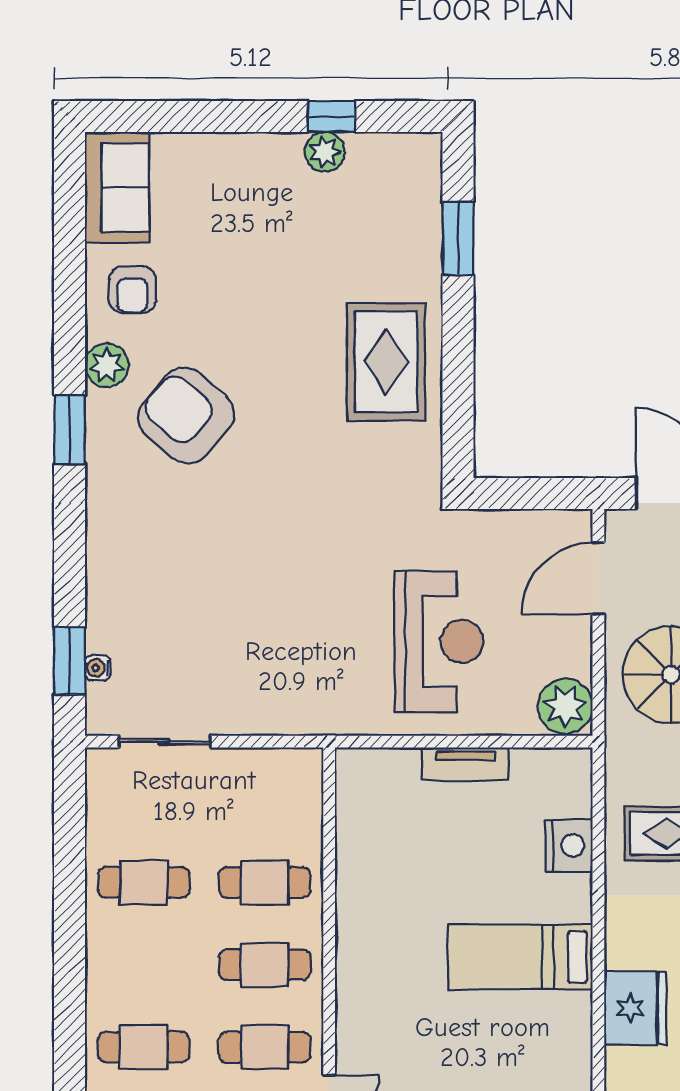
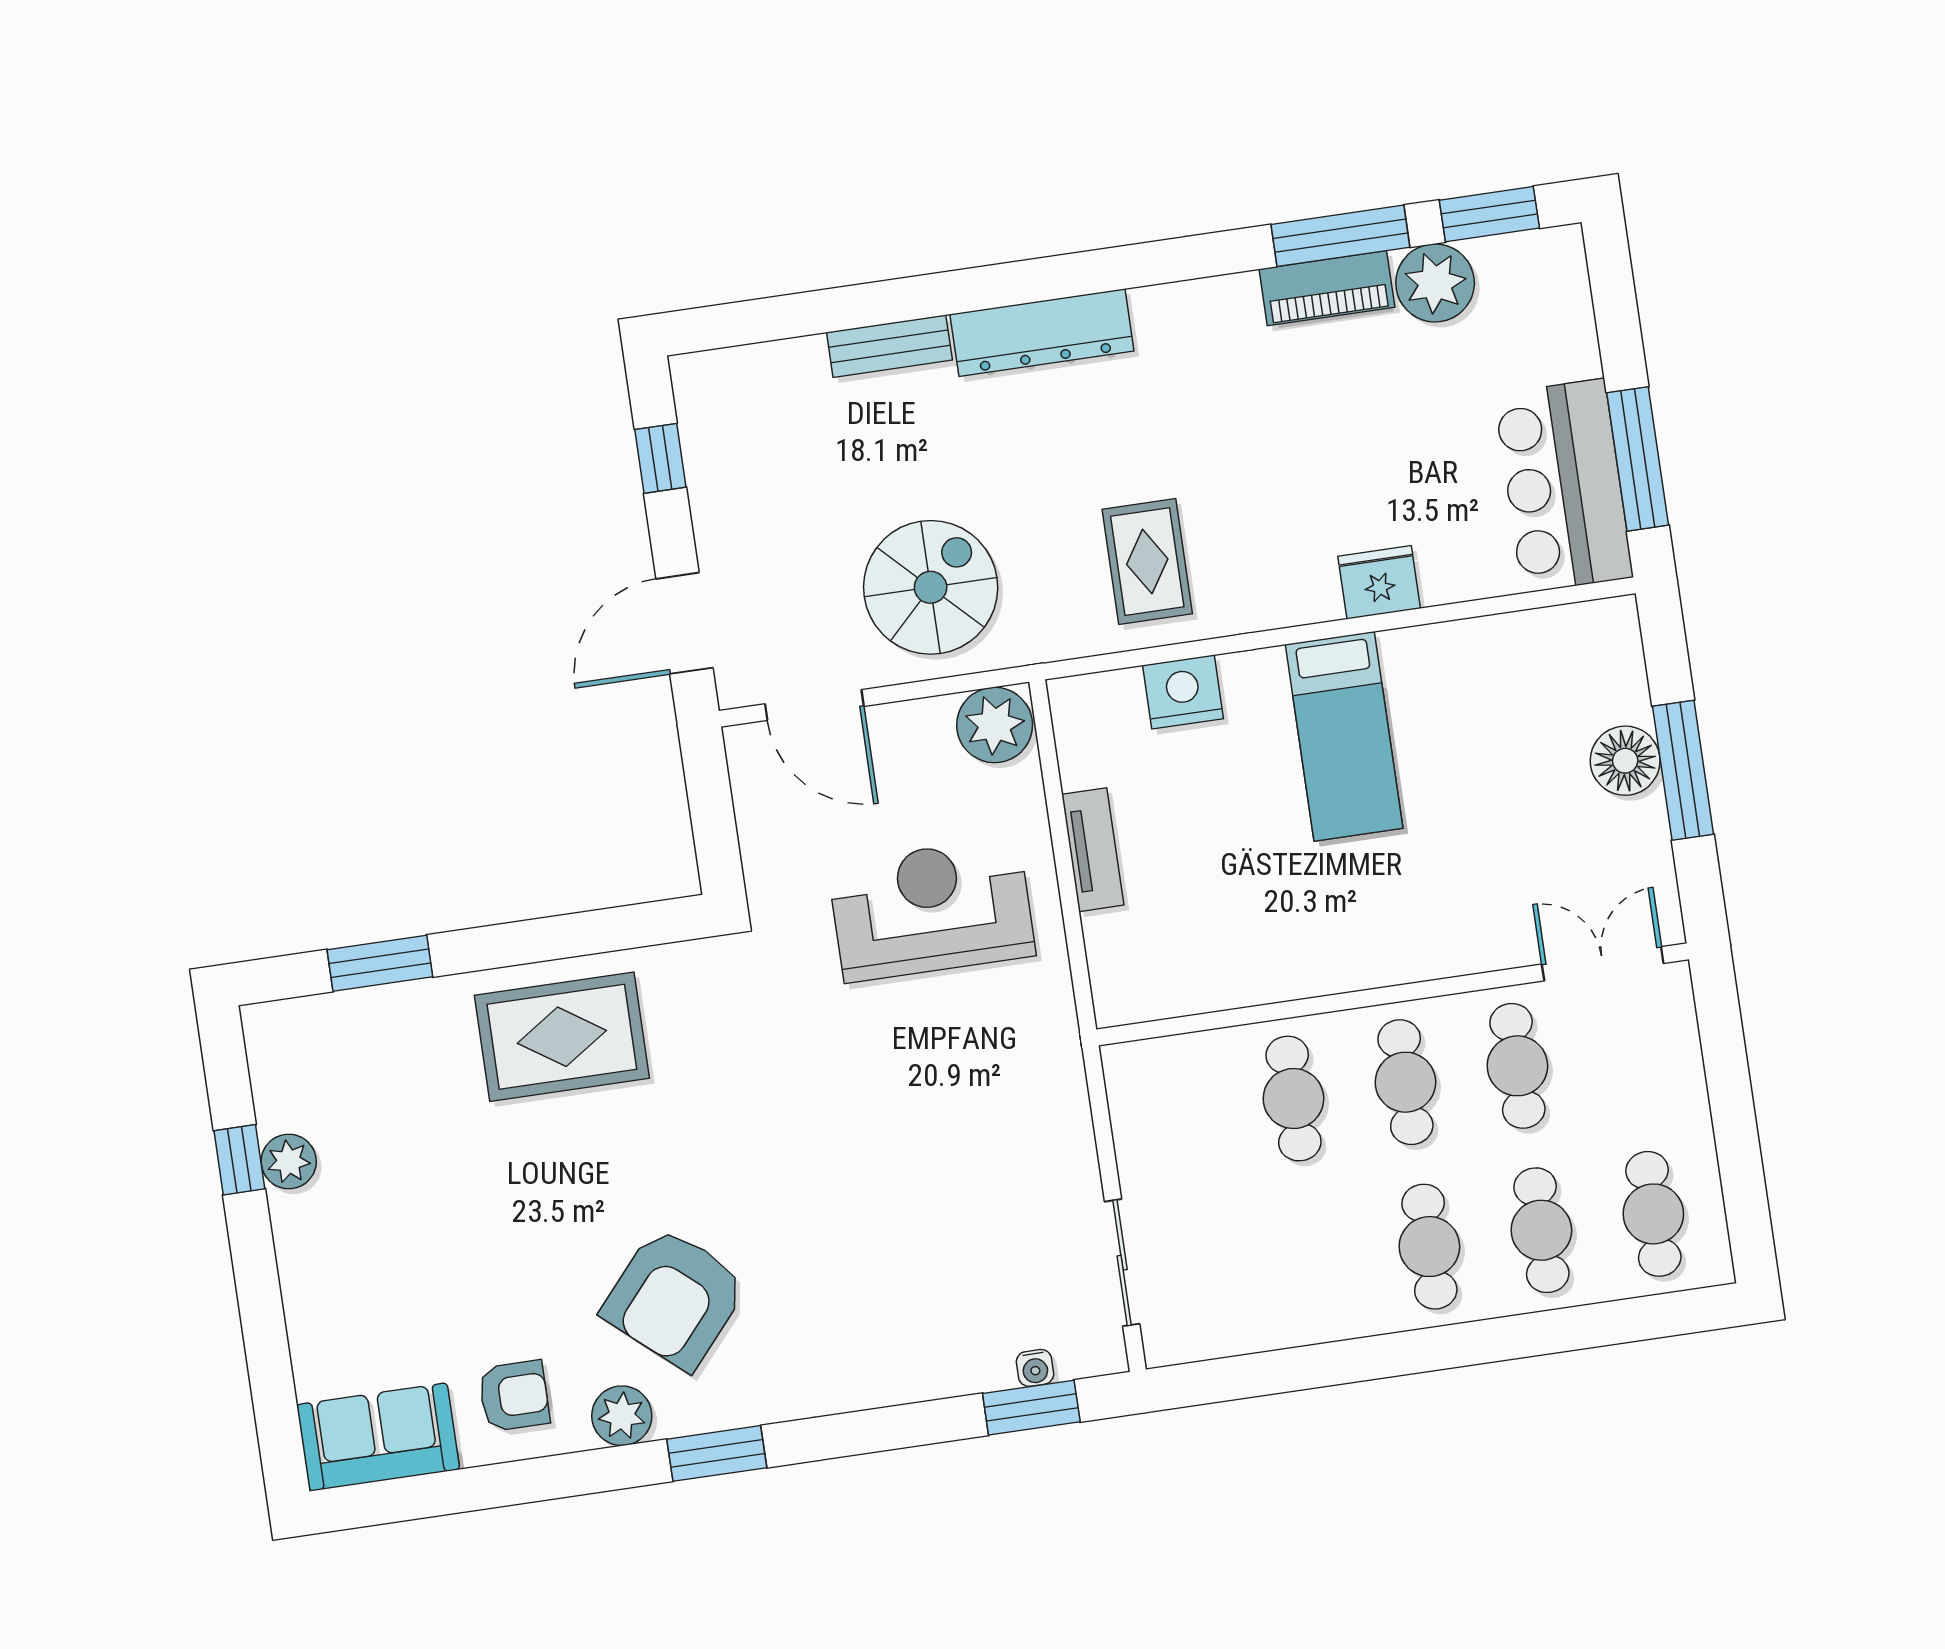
cafe table: (144, 882) -> (1429, 1247), moved
fridge: (635, 1008) -> (1379, 582), width x0.73, depth x0.75

